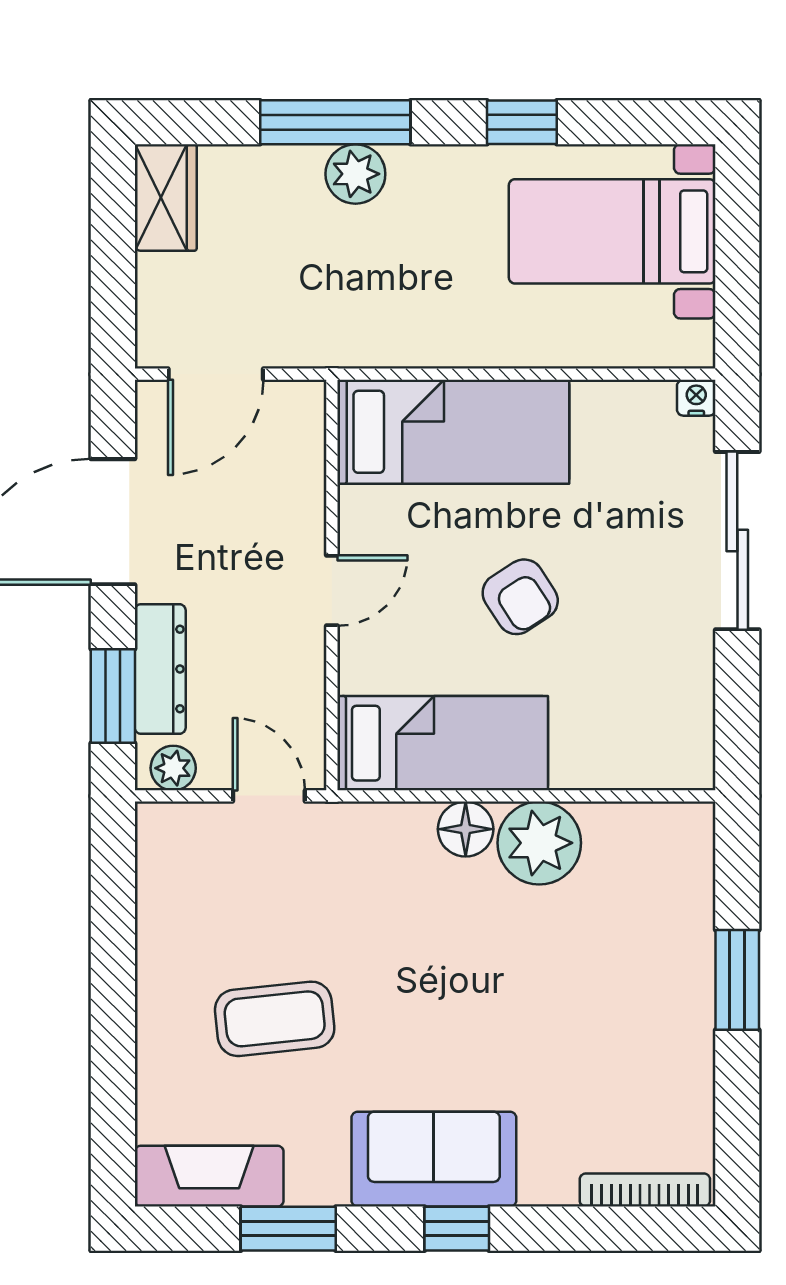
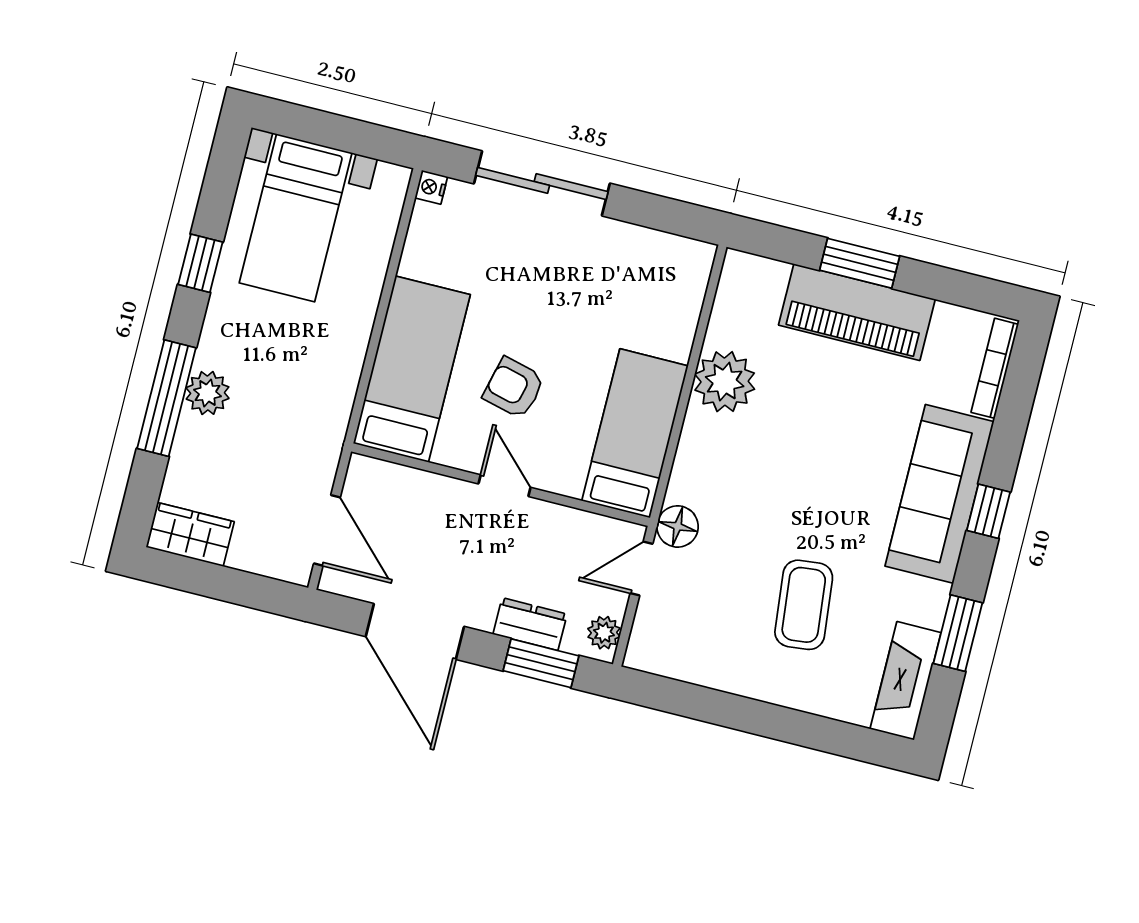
armchair: (520, 597) -> (514, 388), moved, turned -133
dresser: (160, 669) -> (530, 624), width x0.70
floor lamp: (466, 829) -> (678, 526), moved
piano: (673, 992) -> (857, 312), added
sofa: (434, 1159) -> (939, 494), width x1.36

